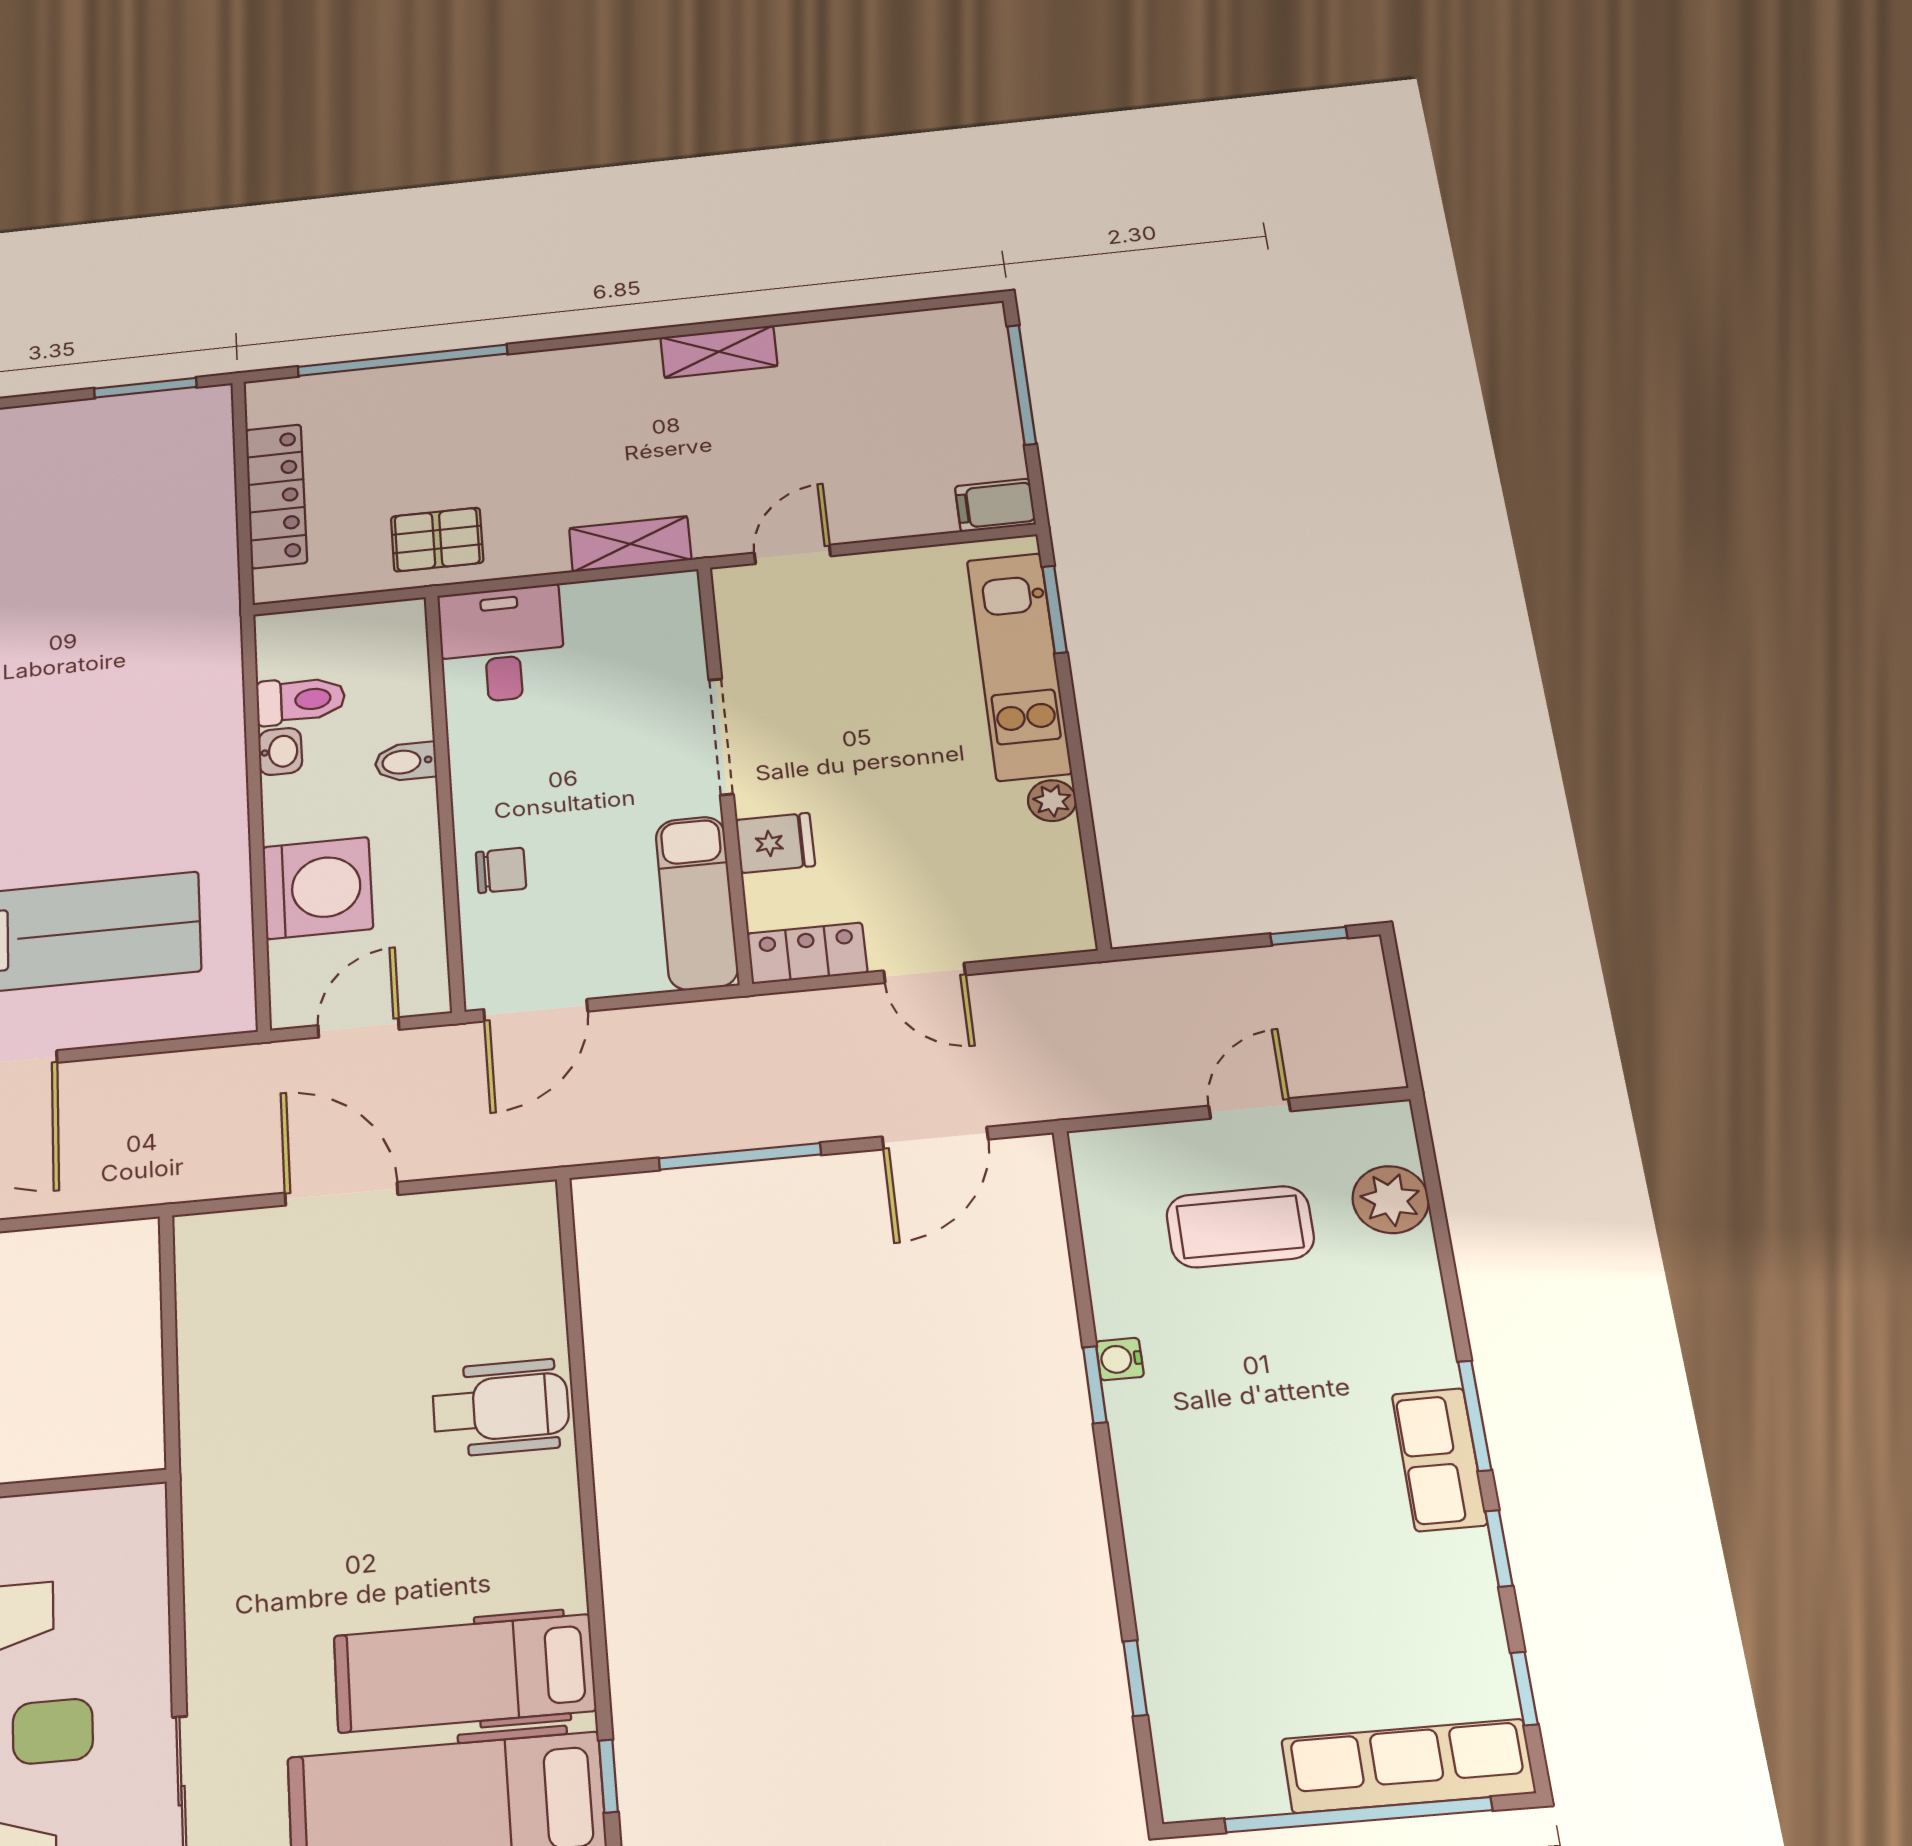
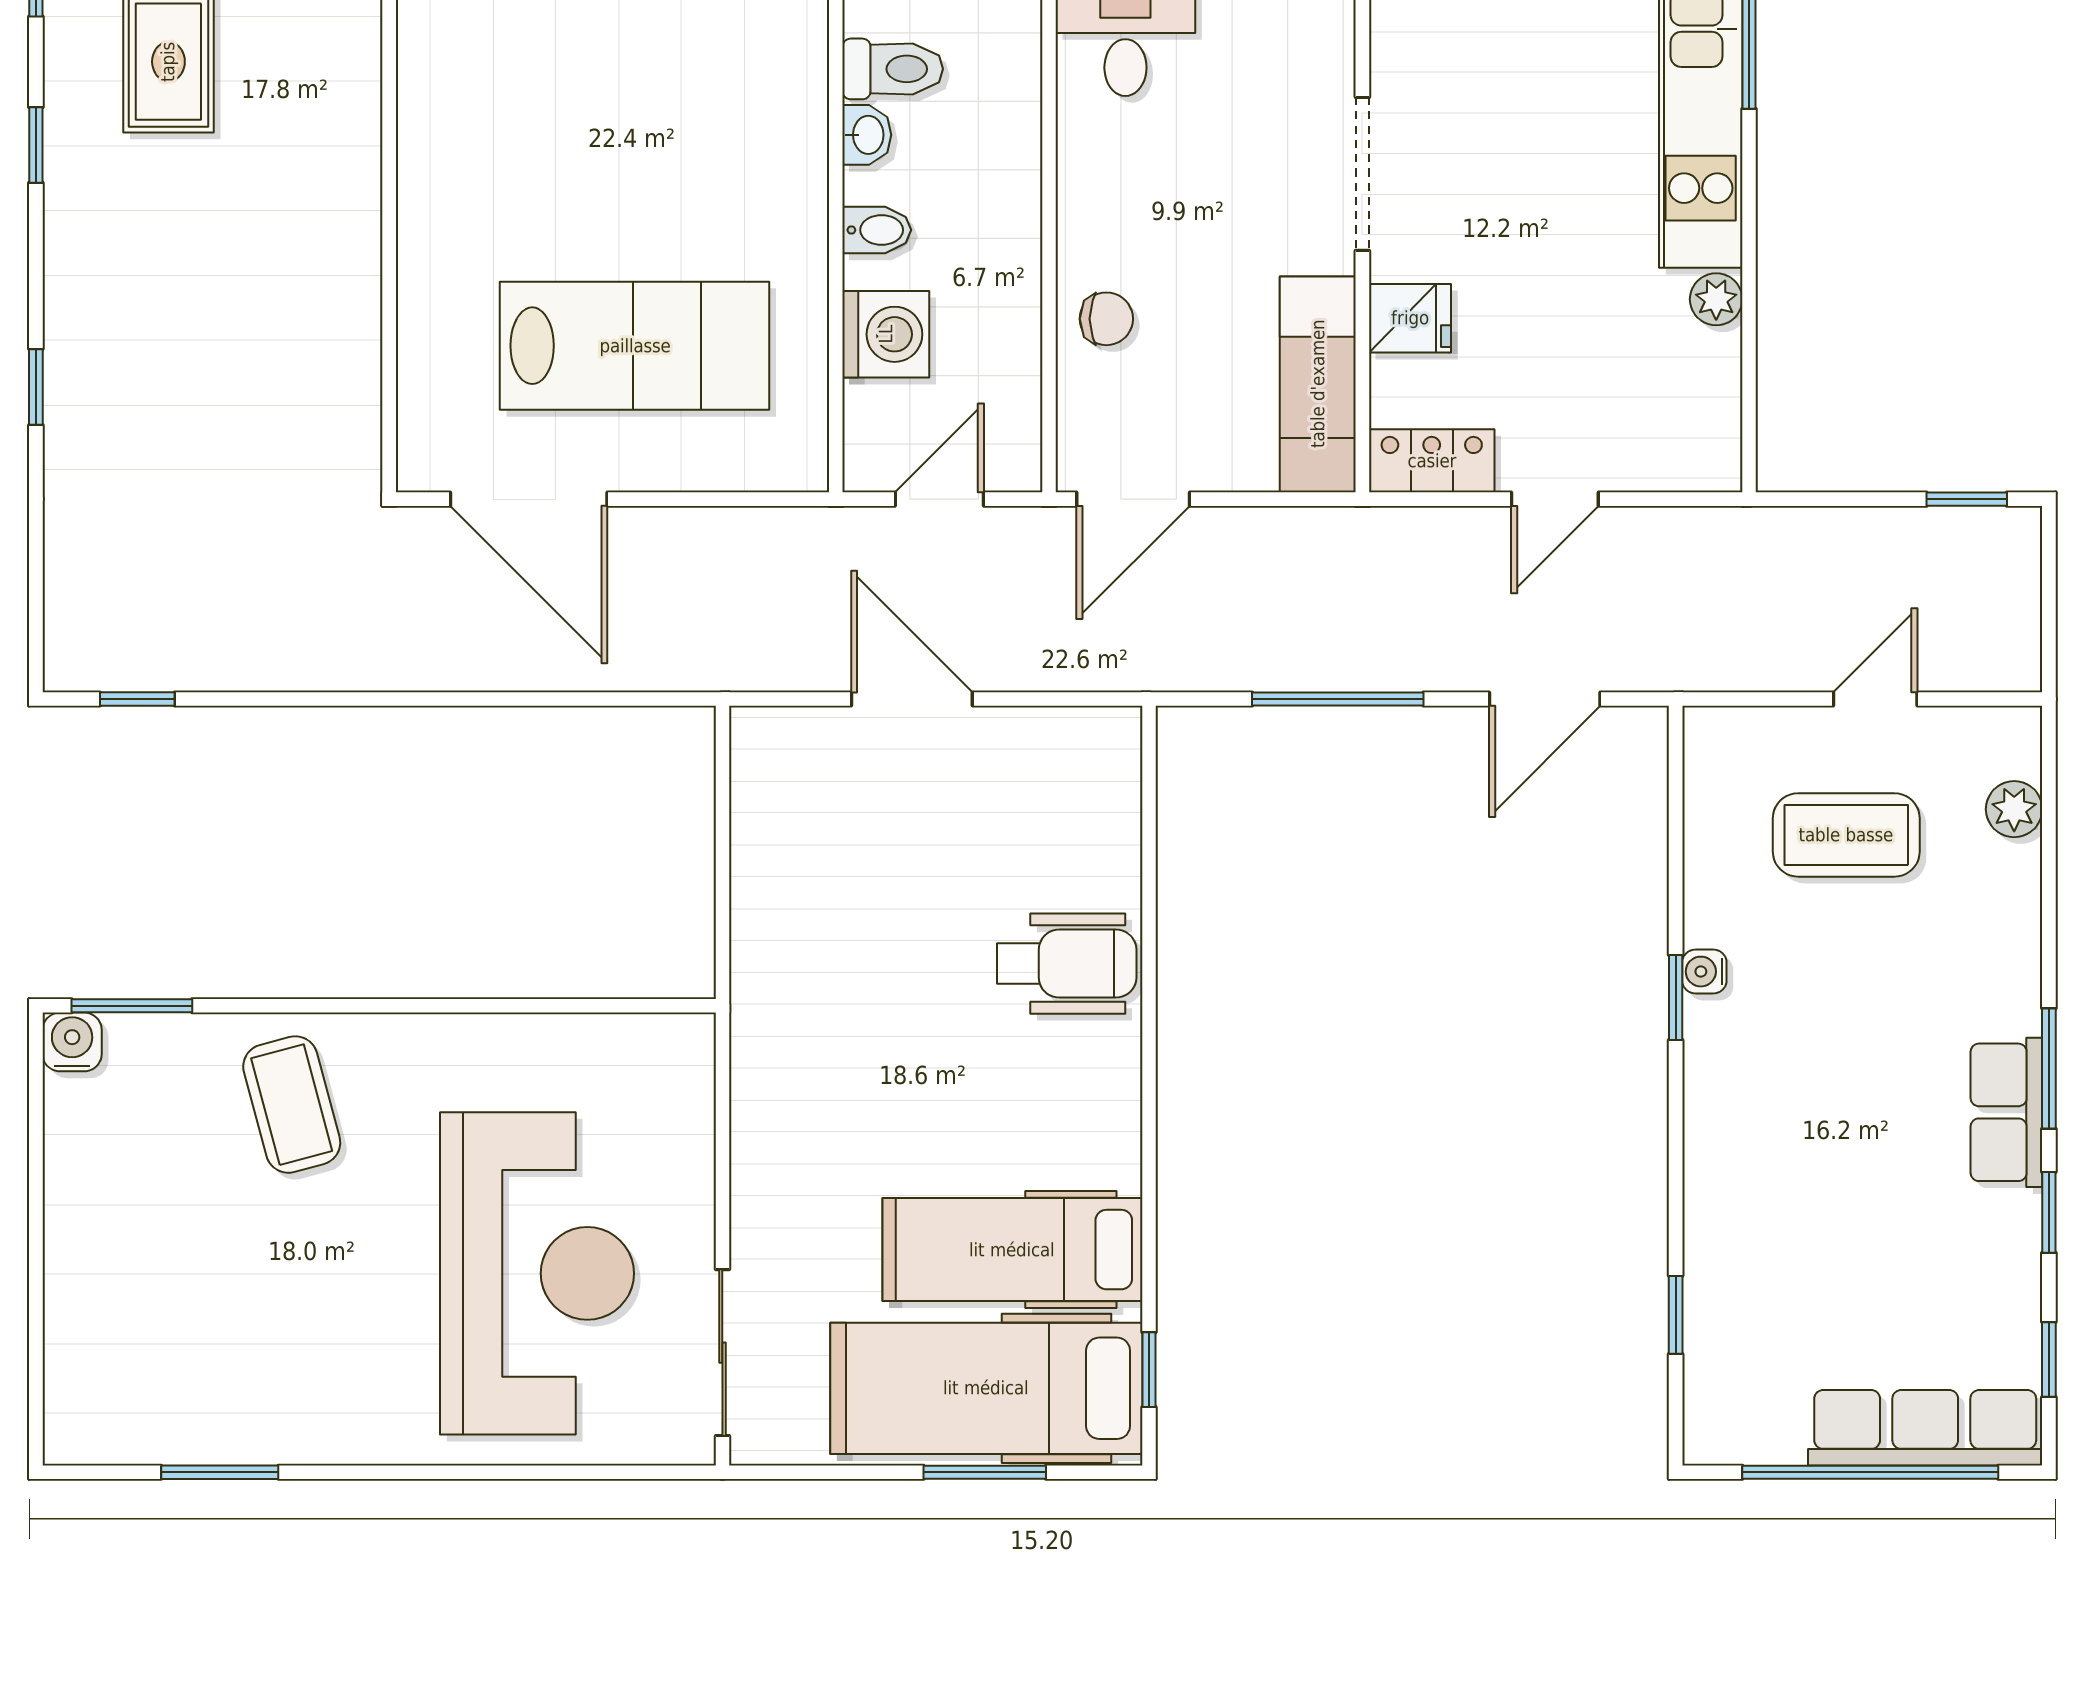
bidet: (406, 762) -> (877, 230), moved, turned 180
washing machine: (318, 888) -> (886, 334), width x0.73, depth x0.73
door: (924, 973) -> (1555, 499), hinge flipped
plant: (1391, 1200) -> (2014, 809), width x0.73, depth x0.73

